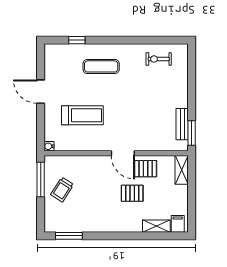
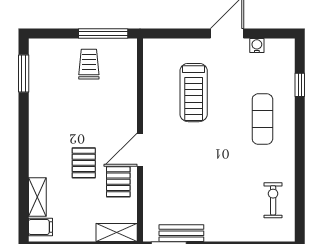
water cooler: (49, 146) -> (257, 46), moved
trolley: (62, 190) -> (89, 64), turned 57

